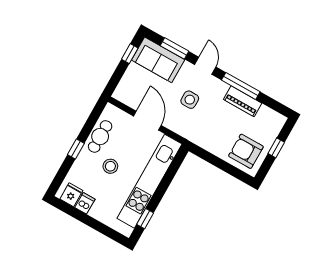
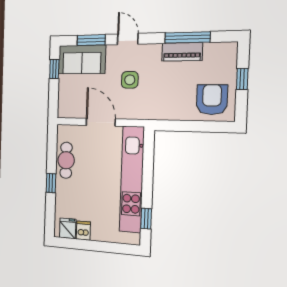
window: (241, 86) -> (187, 37), moved
armchair: (246, 151) -> (212, 100), turned 90
stool: (110, 166) -> (89, 184), removed

